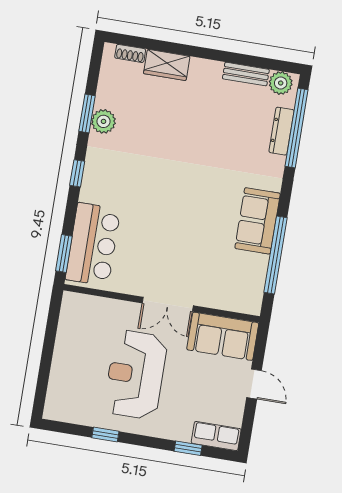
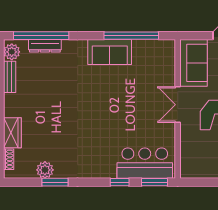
plant: (103, 121) -> (45, 170), moved
window: (77, 173) -> (120, 182), moved
double door: (168, 304) -> (178, 105), swing flipped

